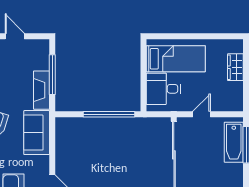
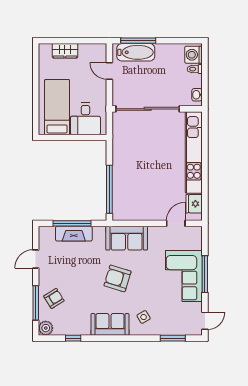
fireplace: (41, 90) -> (74, 234), moved
window: (109, 114) -> (109, 189), moved
door: (201, 114) -> (109, 71), moved

